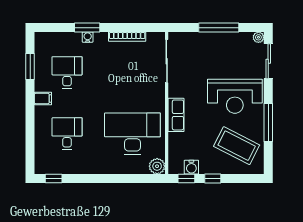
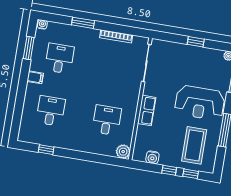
window: (219, 28) -> (196, 42), width x0.46
water cooler: (88, 37) -> (42, 24), moved
desk: (132, 134) -> (107, 120), width x0.53, depth x0.77
coffee table: (237, 146) -> (194, 145), turned 63
window: (54, 179) -> (46, 150), moved
window: (186, 179) -> (191, 174), moved

